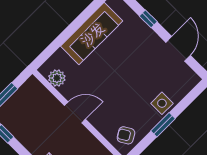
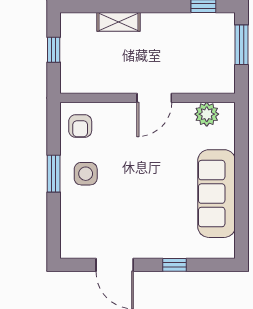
side table: (162, 103) -> (86, 174), moved
armchair: (126, 135) -> (80, 126), turned 121

